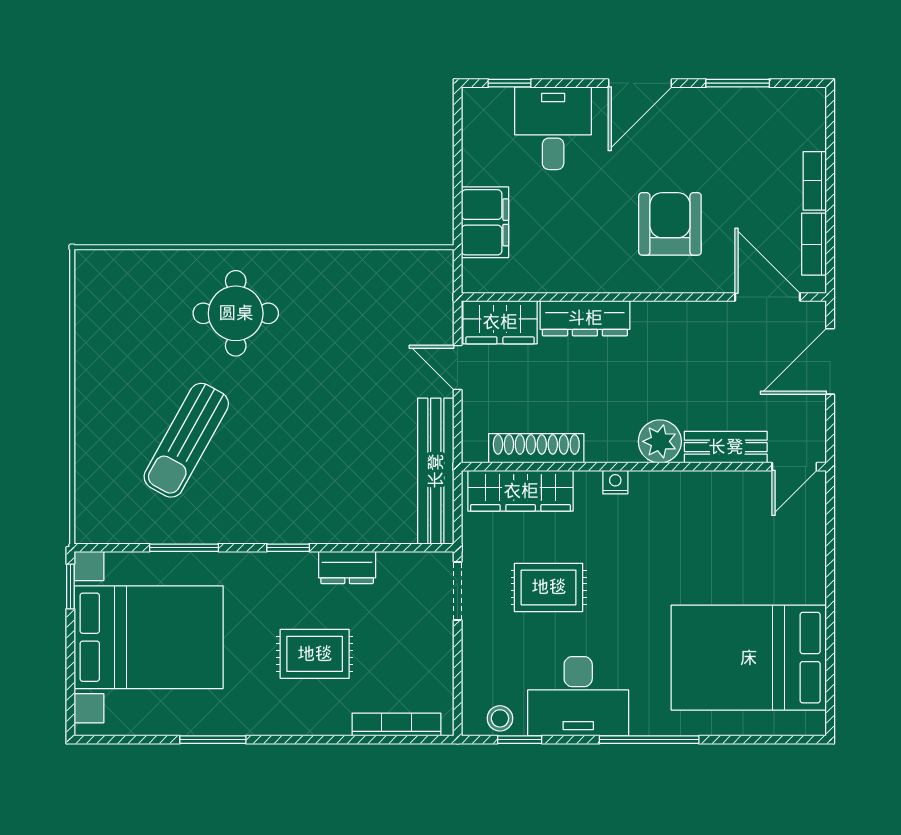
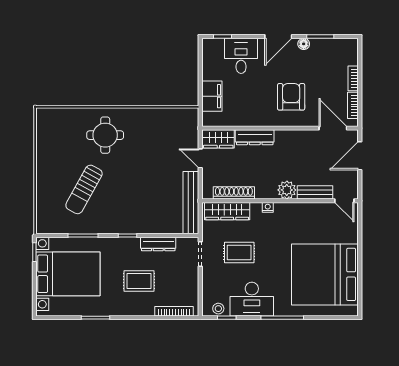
floor lamp: (699, 100) -> (304, 44), added
door: (794, 467) -> (344, 201), hinge flipped
dresser: (347, 568) -> (158, 244), width x1.44
bed: (749, 658) -> (325, 274), width x1.36

